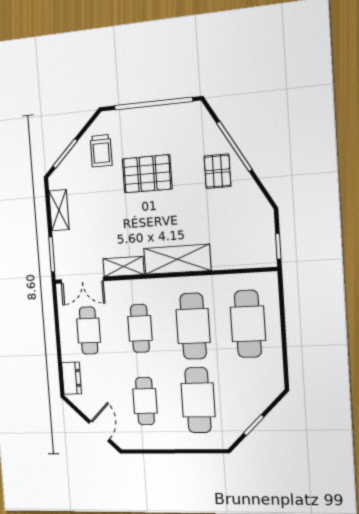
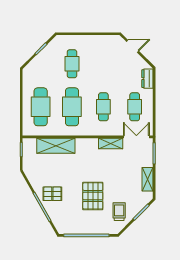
pallet: (217, 171) -> (52, 194), turned 90
pallet: (147, 174) -> (93, 196), turned 90
shelving: (177, 259) -> (56, 146), moved
cafe table: (198, 400) -> (72, 64), width x0.73, depth x0.74
cafe table: (145, 401) -> (103, 64), removed
door: (99, 431) -> (133, 46), swing flipped

